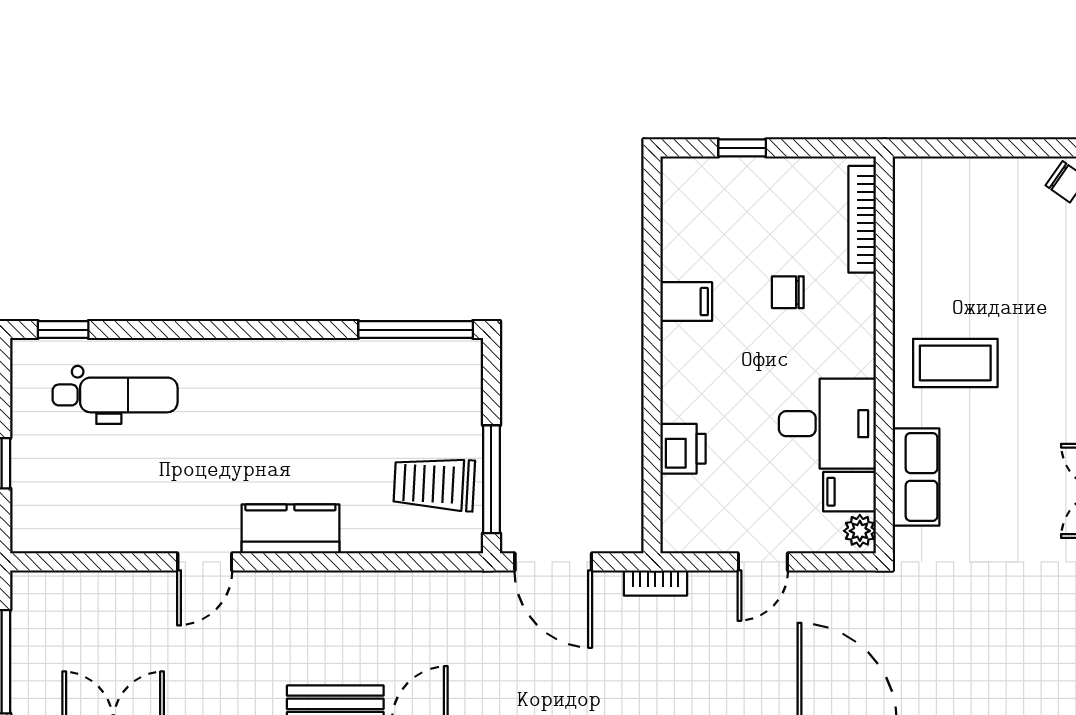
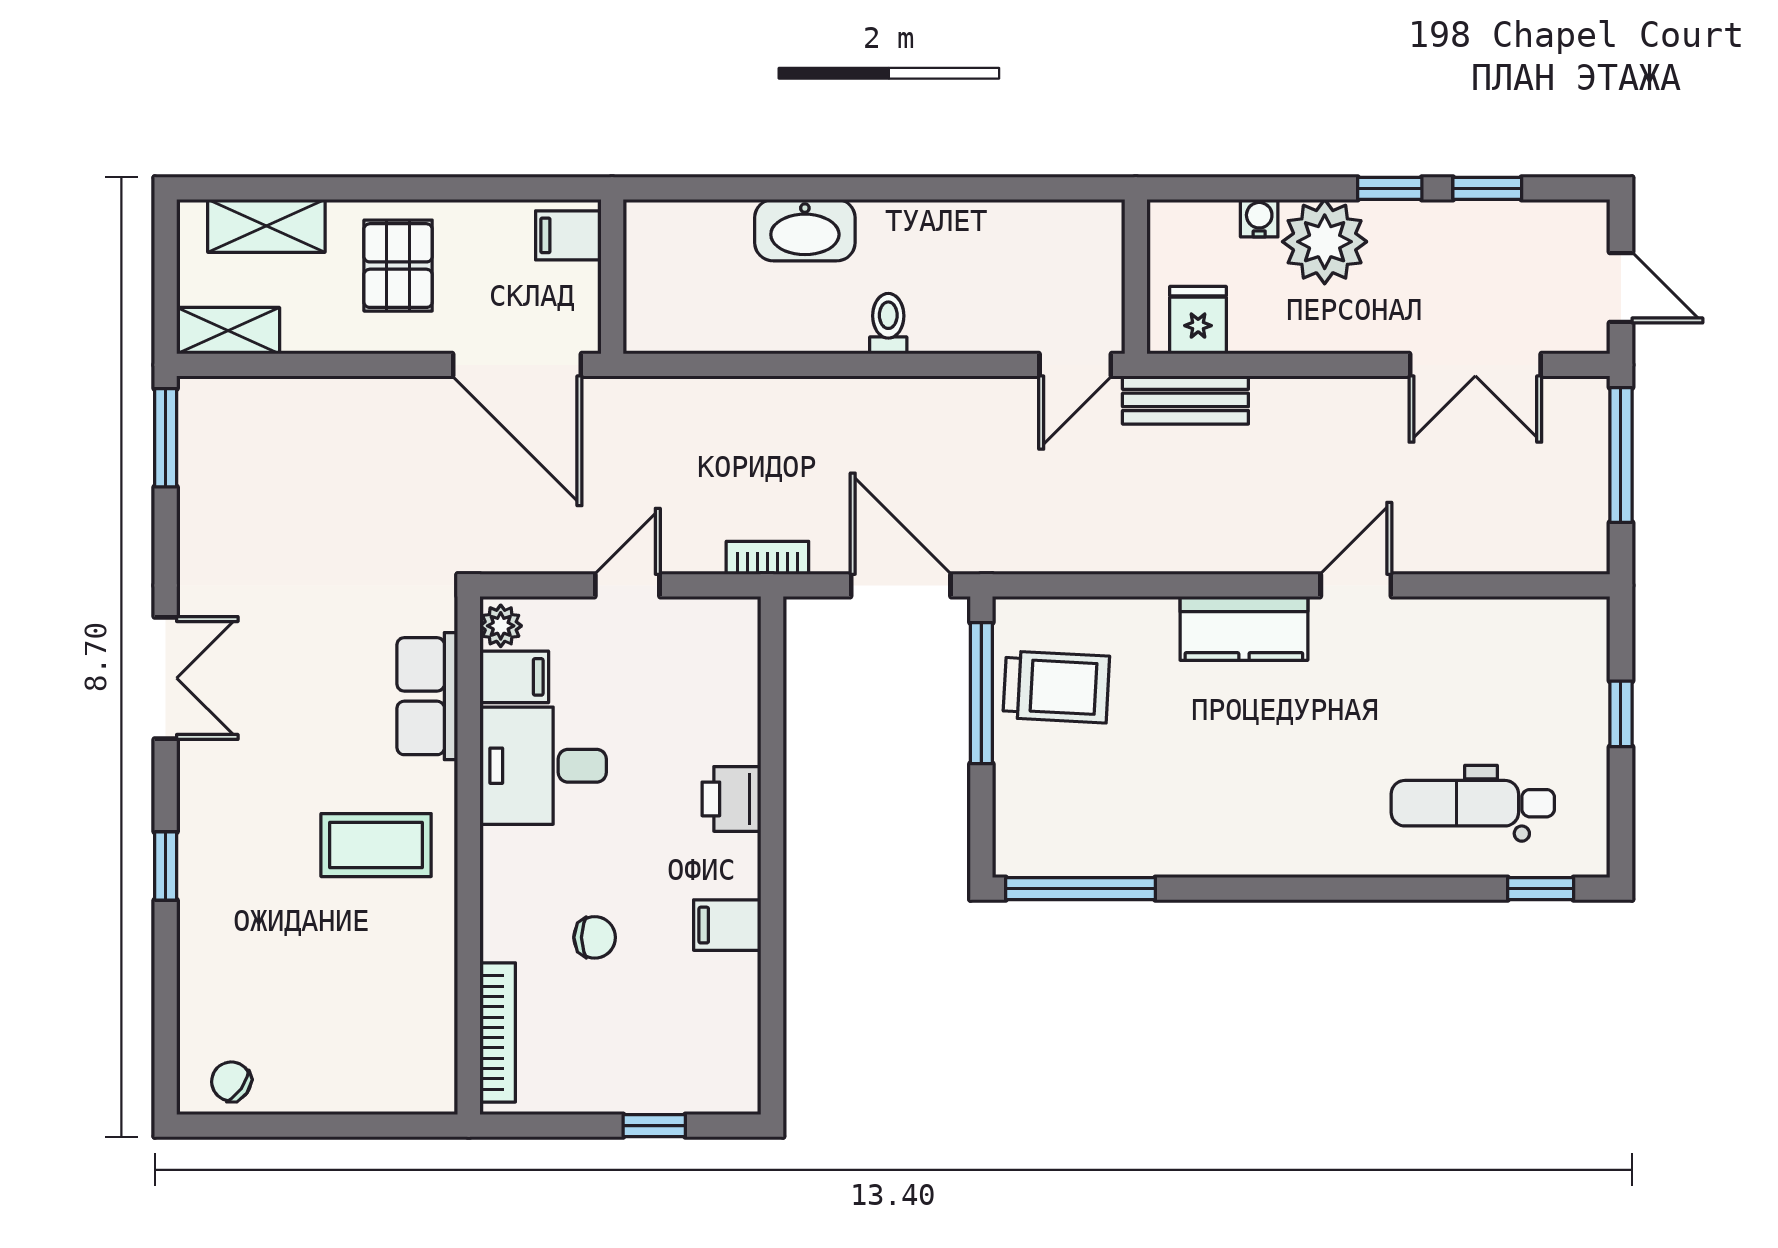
printer: (683, 449) -> (731, 799), moved

